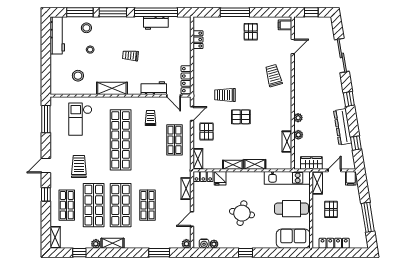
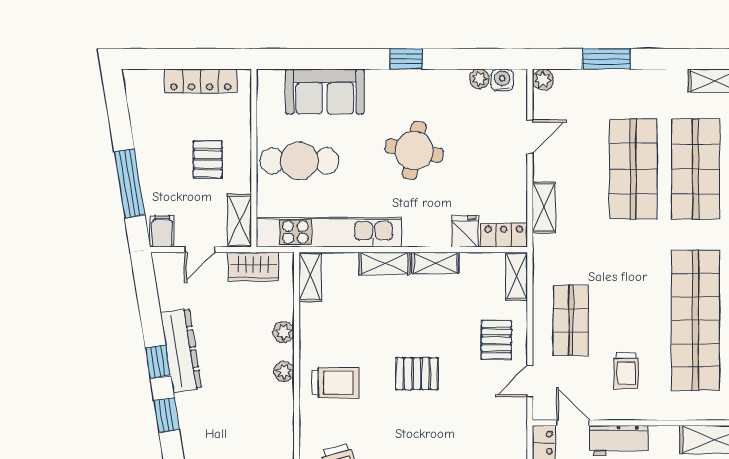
trolley: (225, 95) -> (335, 382), moved
shelving: (287, 142) -> (310, 277), moved
window: (356, 143) -> (158, 362), moved
kitchen unit: (287, 178) -> (329, 232), width x1.36
shop shelf: (148, 205) -> (633, 169), width x1.43, depth x1.36
window: (368, 217) -> (130, 184), moved
sofa: (293, 239) -> (325, 92), moved

